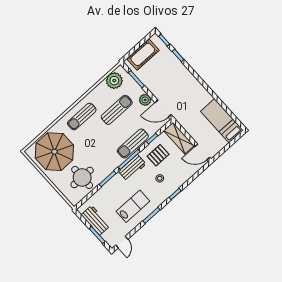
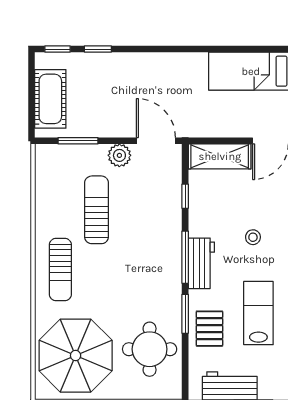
plant: (114, 81) -> (51, 175), removed
door: (163, 109) -> (156, 141), swing flipped
sun lounger: (133, 144) -> (167, 231), removed
pallet: (158, 155) -> (209, 329), moved

